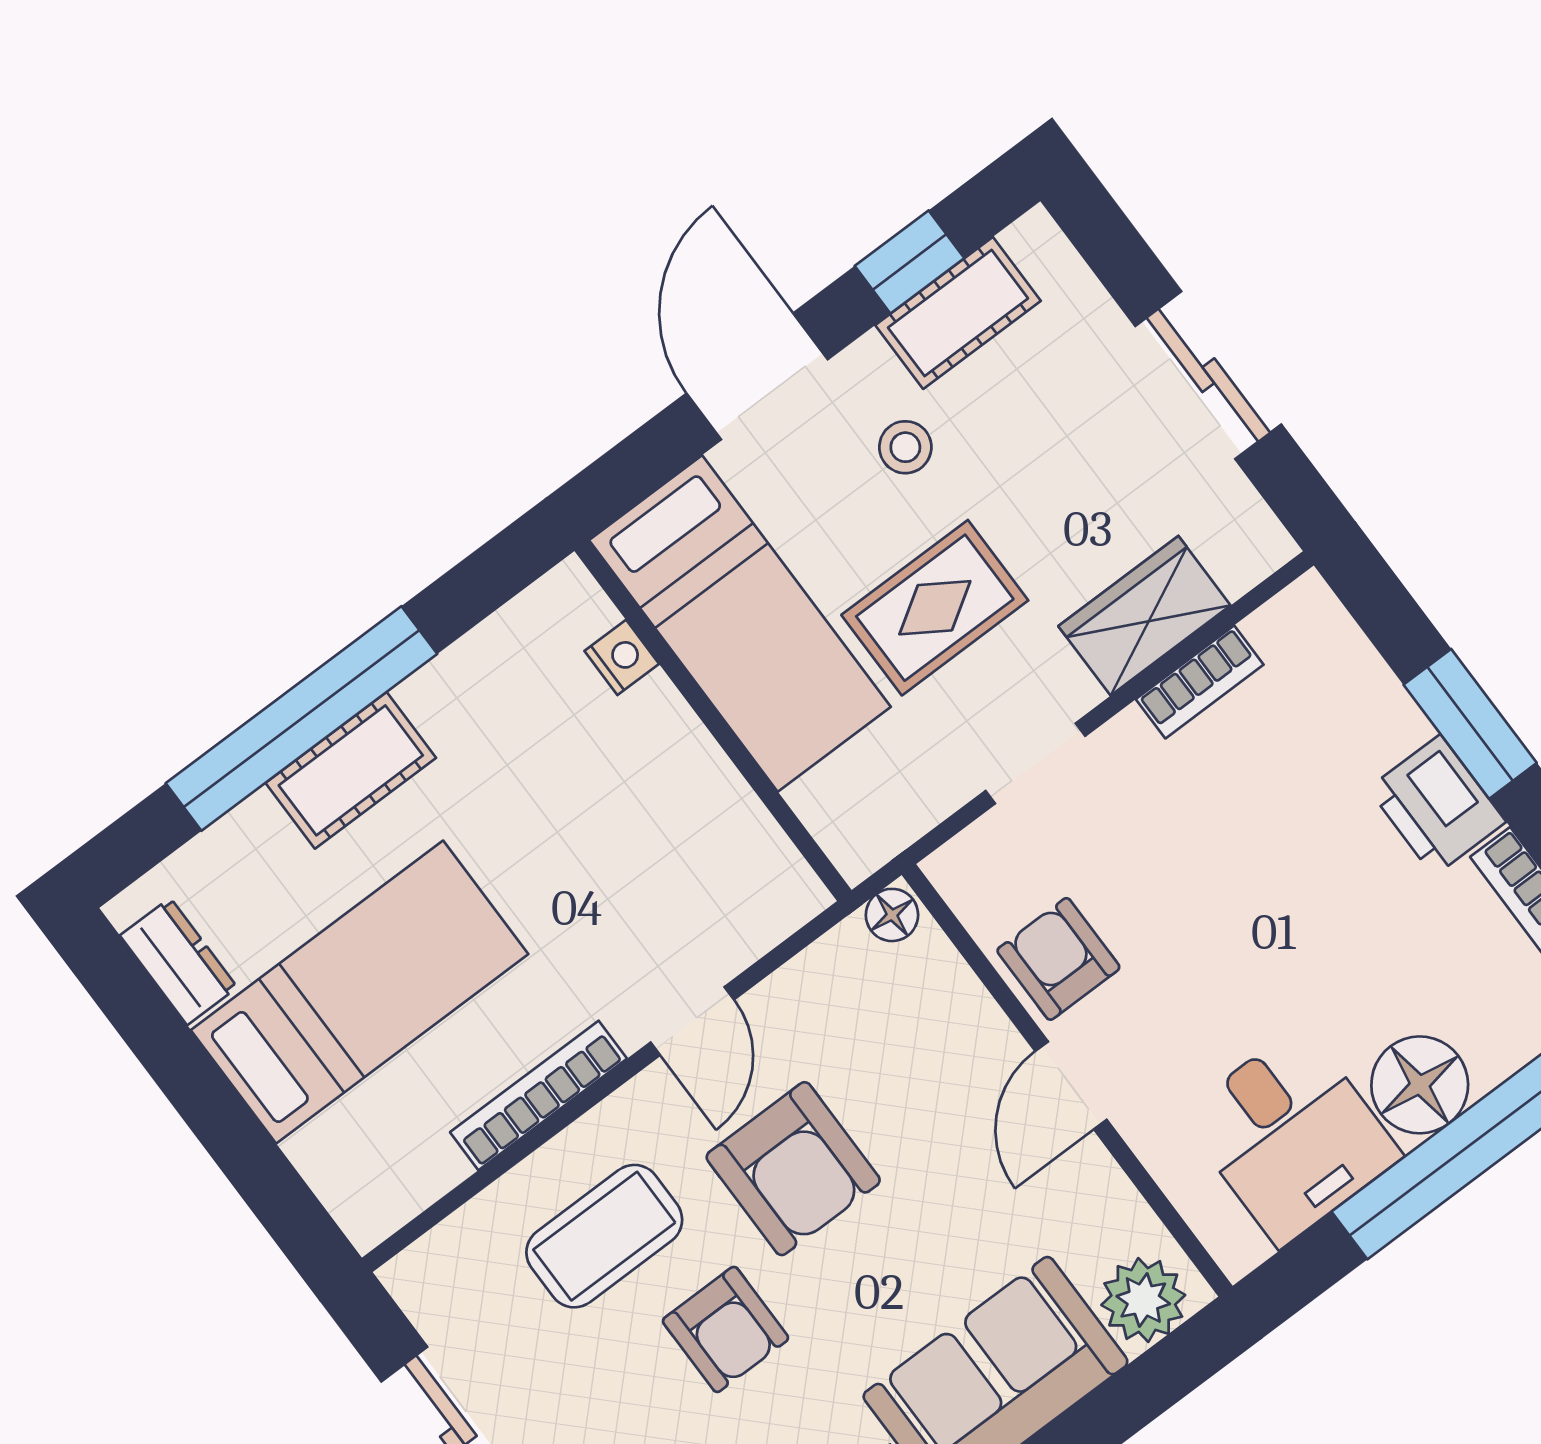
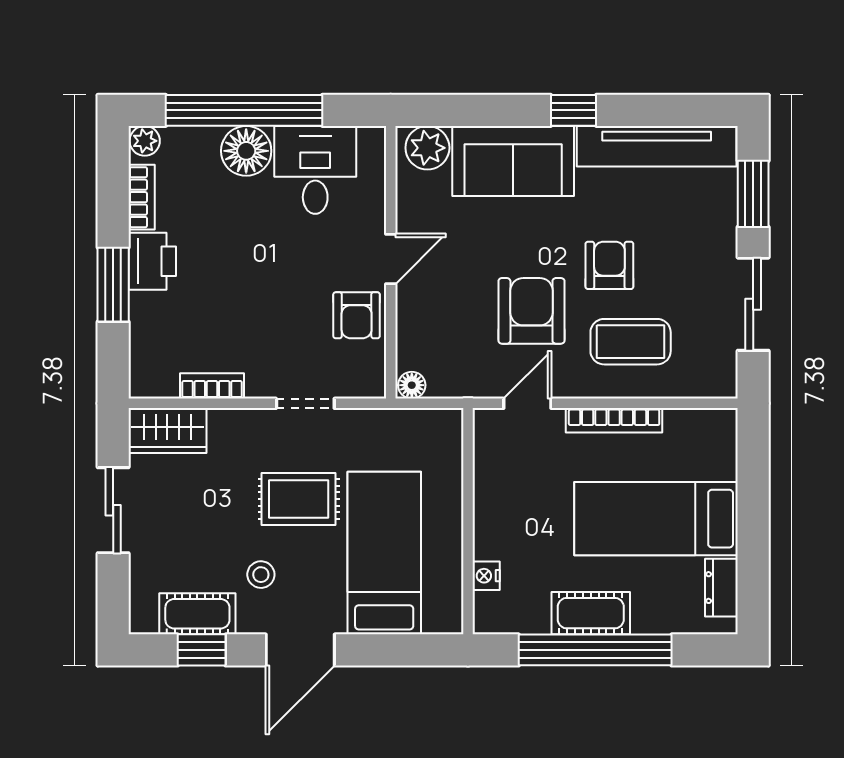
wardrobe: (1144, 616) -> (167, 431), moved
nightstand: (622, 657) -> (486, 576), moved
wall: (713, 721) -> (468, 521), moved

